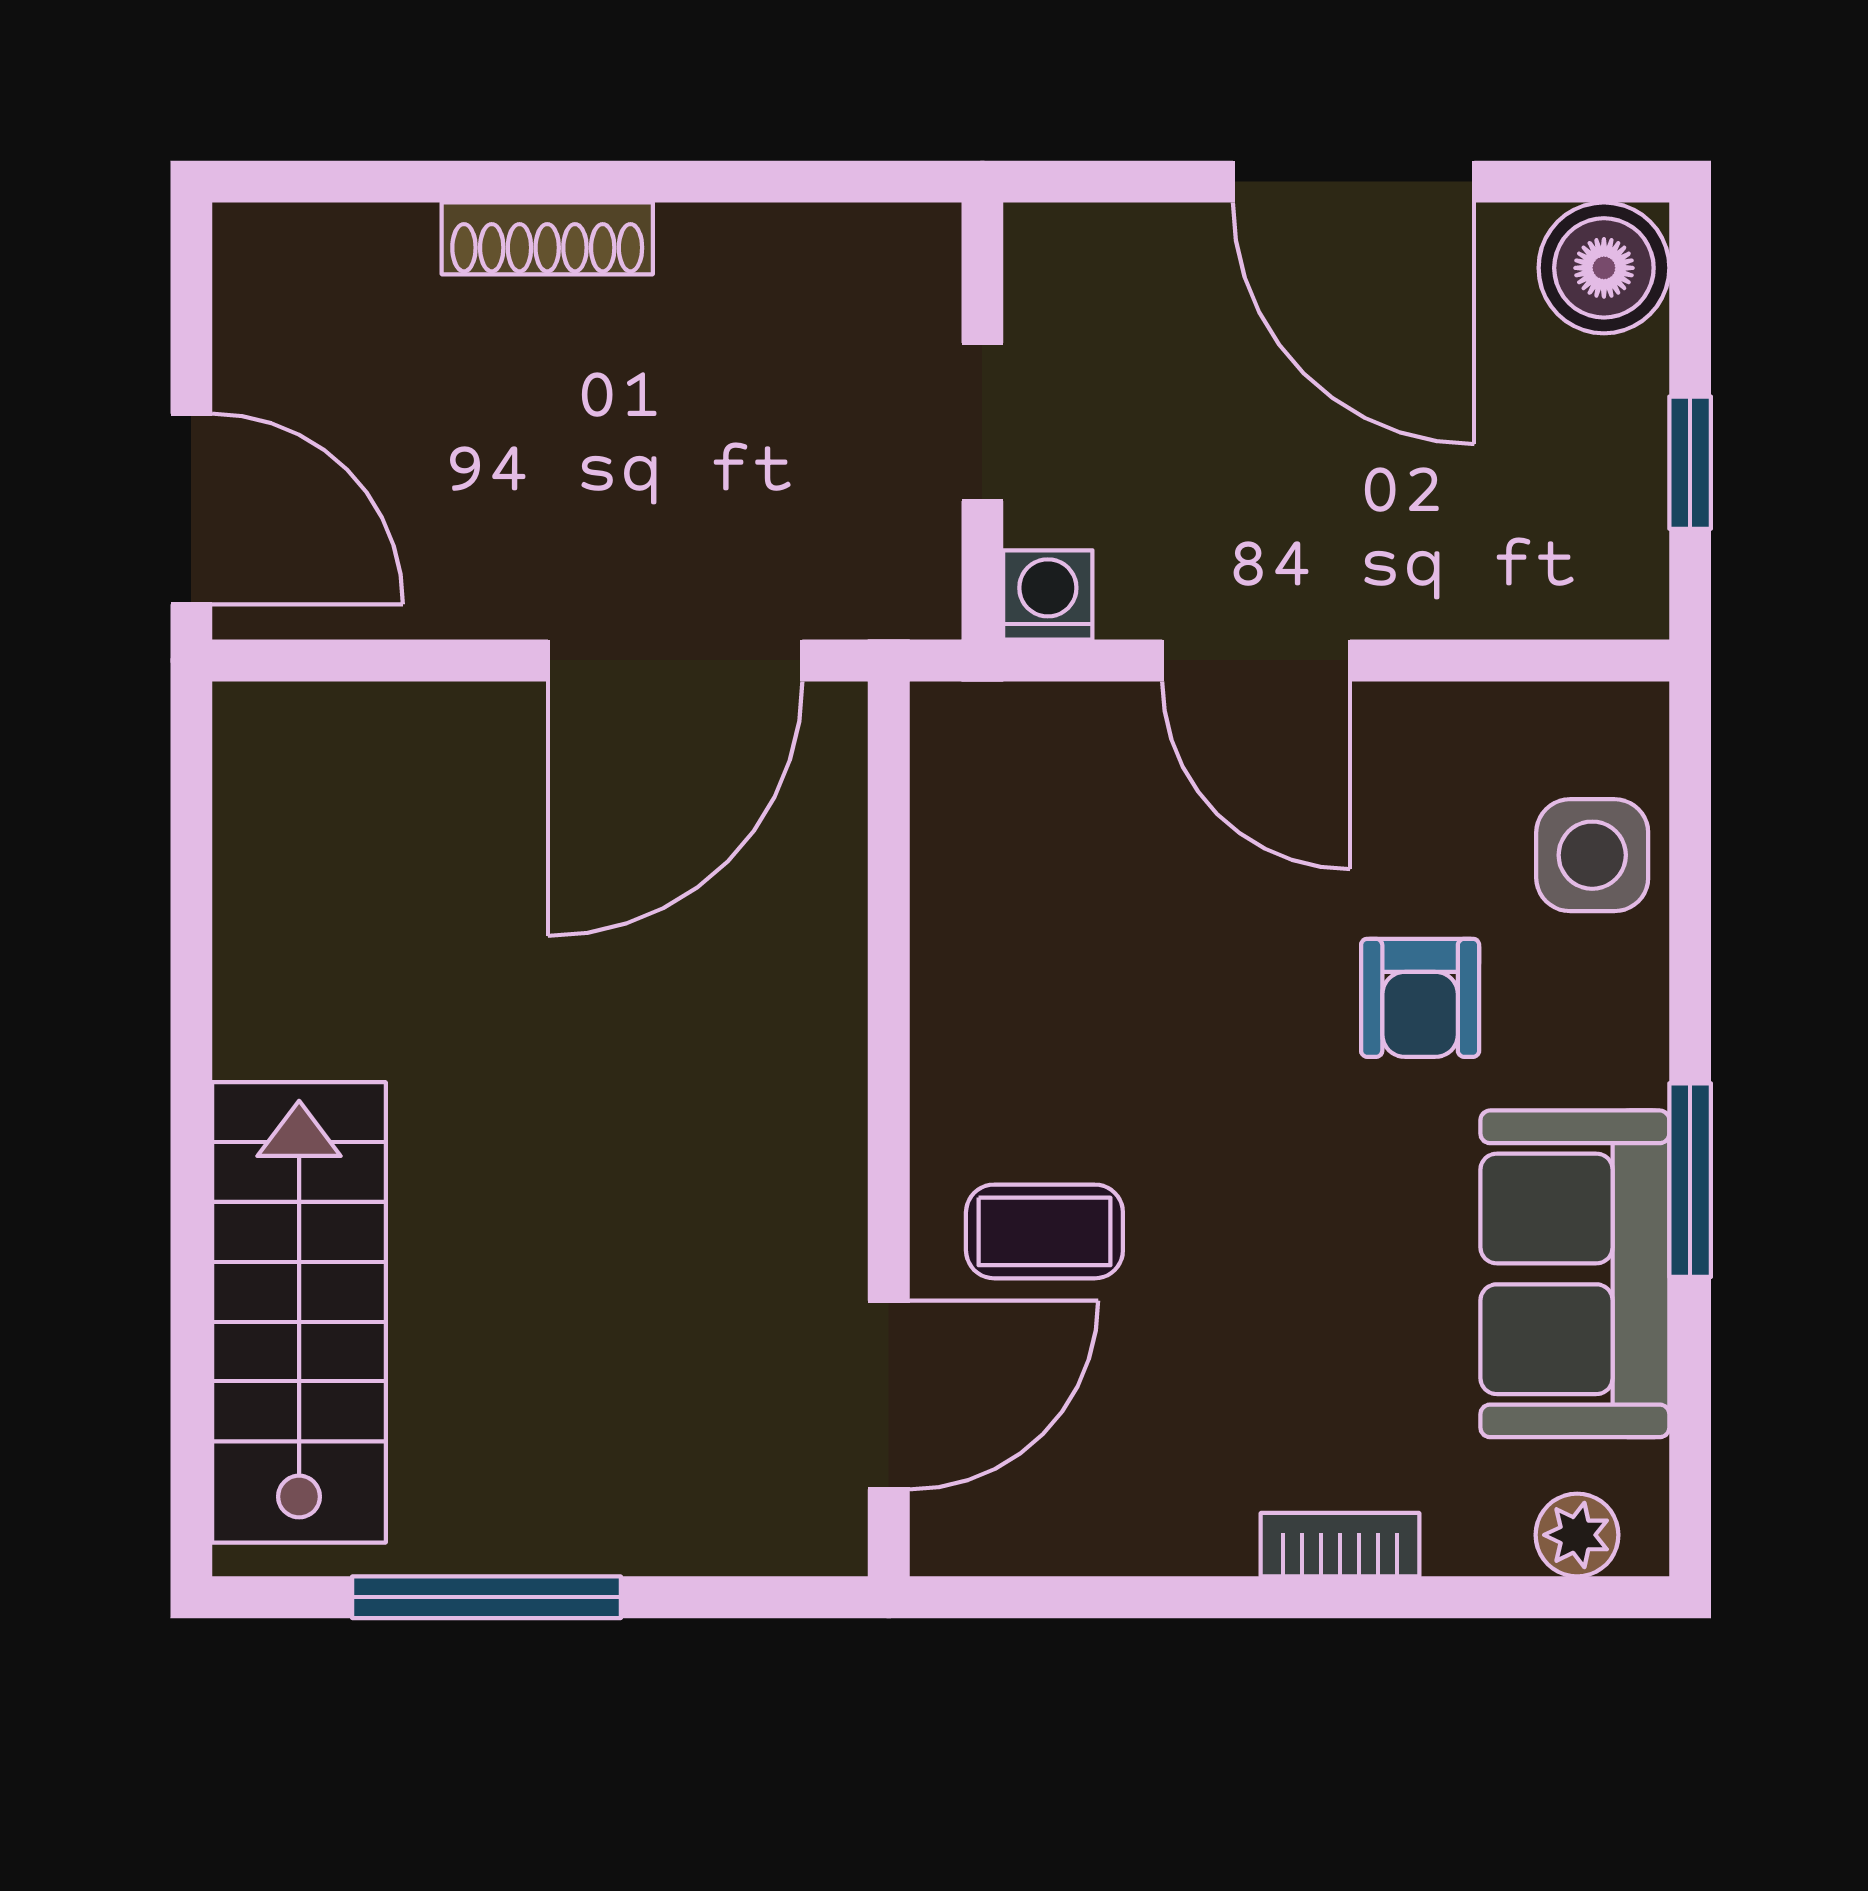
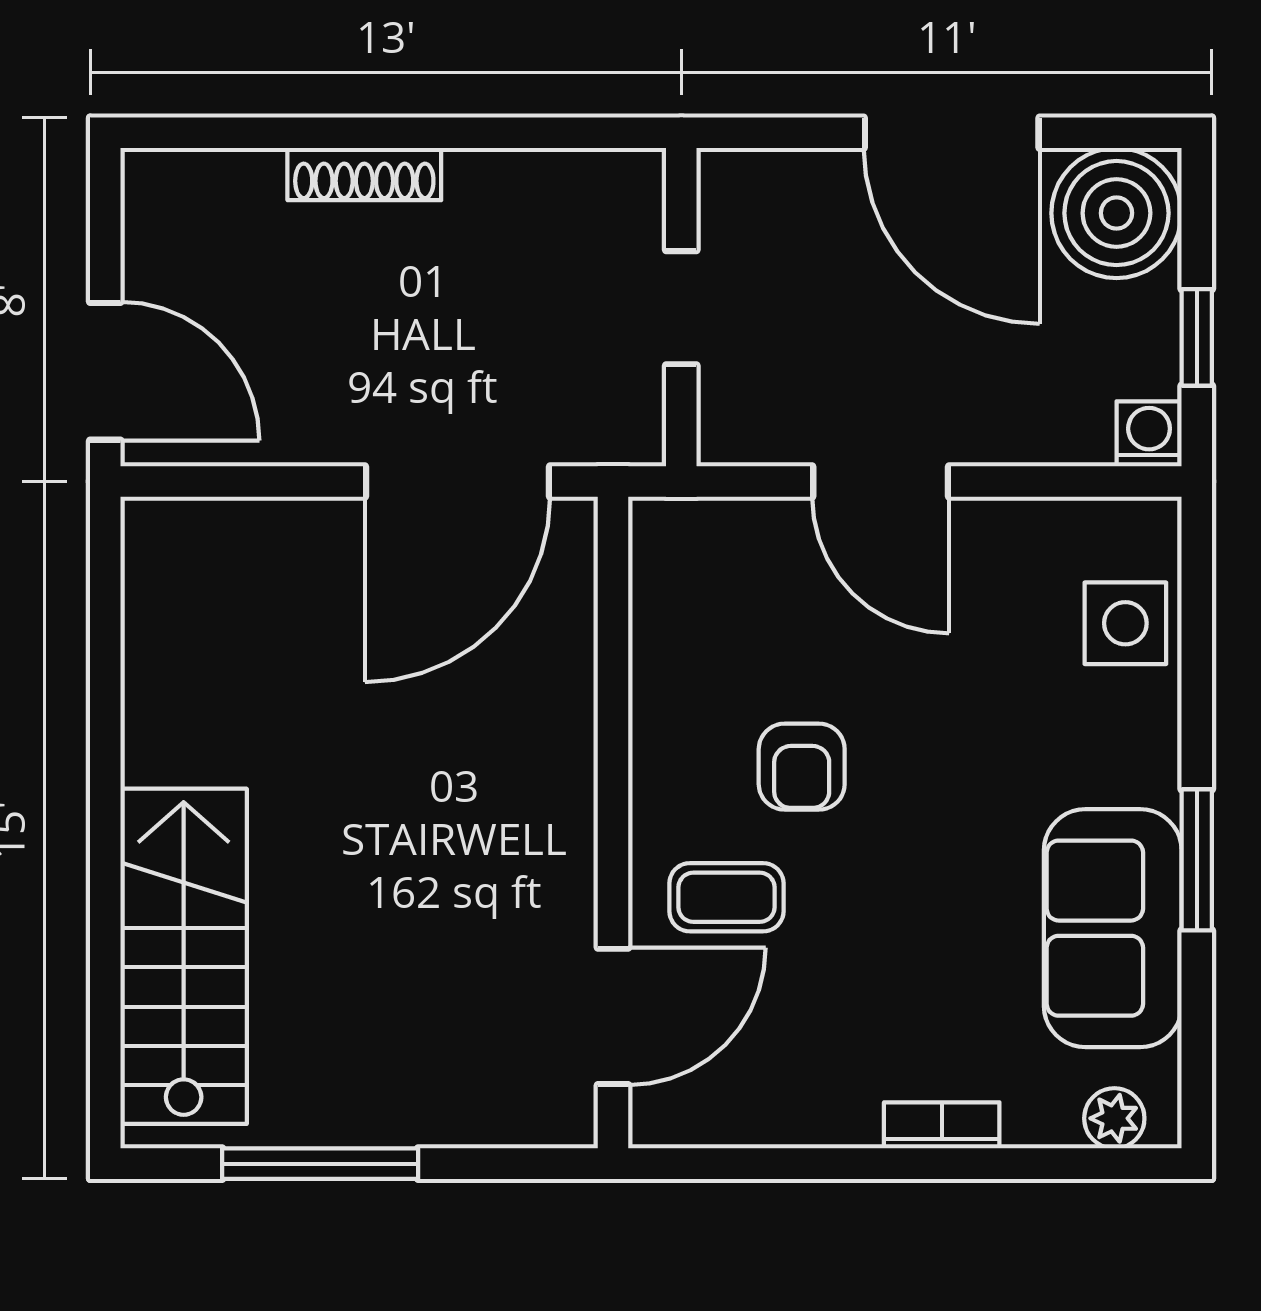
boiler: (1604, 268) -> (1116, 213), width x1.37, depth x1.37
washing machine: (1048, 595) -> (1149, 434), moved
armchair: (1420, 998) -> (802, 767), moved

